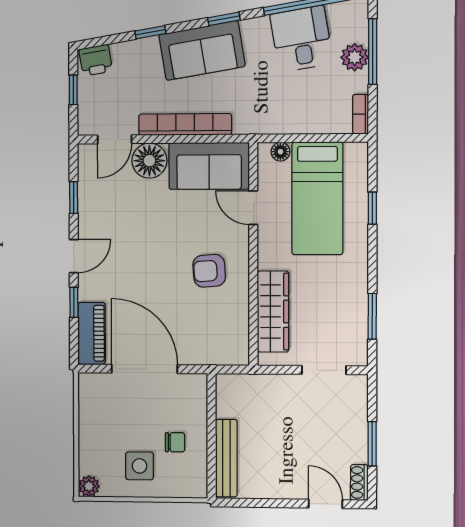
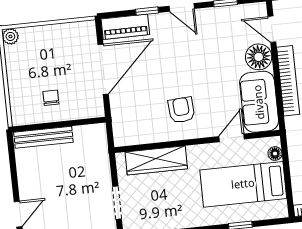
chair: (175, 442) -> (51, 98), turned 180
side table: (139, 466) -> (30, 73), removed

